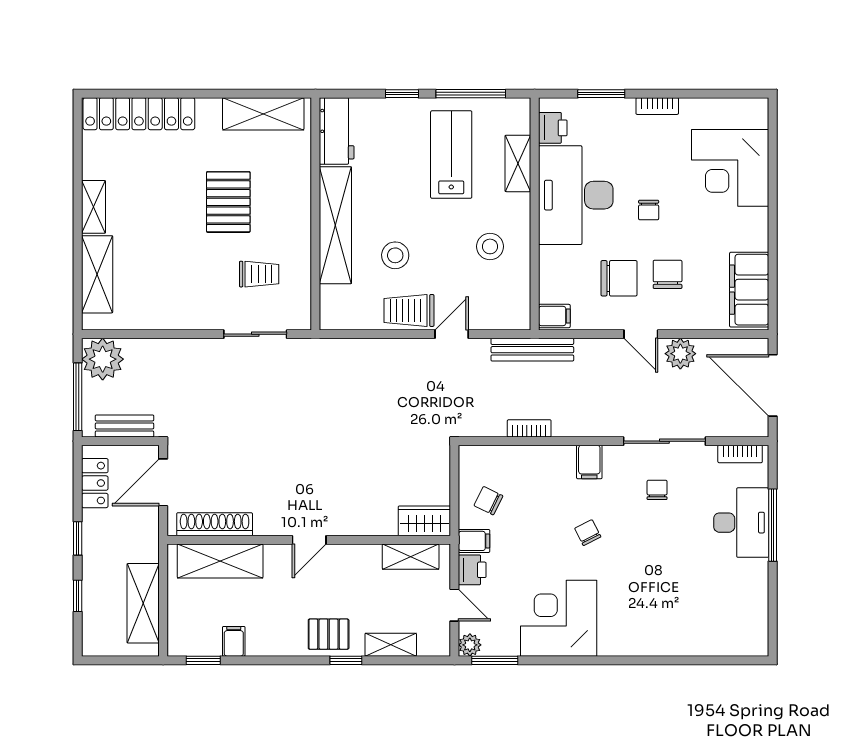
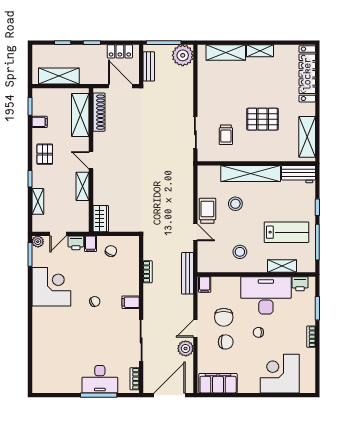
chair: (657, 490) -> (116, 337), removed
shelving: (411, 557) -> (83, 186), moved
pallet: (329, 634) -> (45, 154), moved

